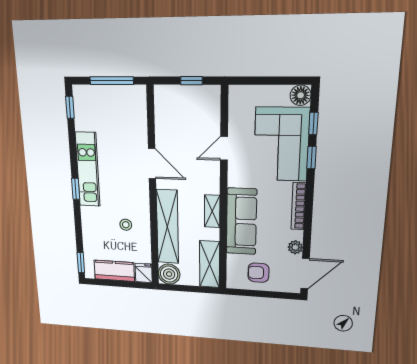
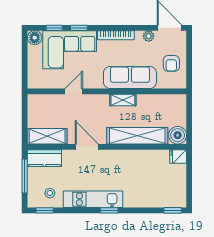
window: (191, 81) -> (25, 116), removed
door: (224, 148) -> (74, 91), swing flipped
door: (152, 164) -> (87, 147), hinge flipped
stool: (126, 225) -> (50, 193), moved
shelving: (210, 264) -> (47, 136), moved
kitchen counter: (114, 271) -> (44, 158), moved, turned -90

